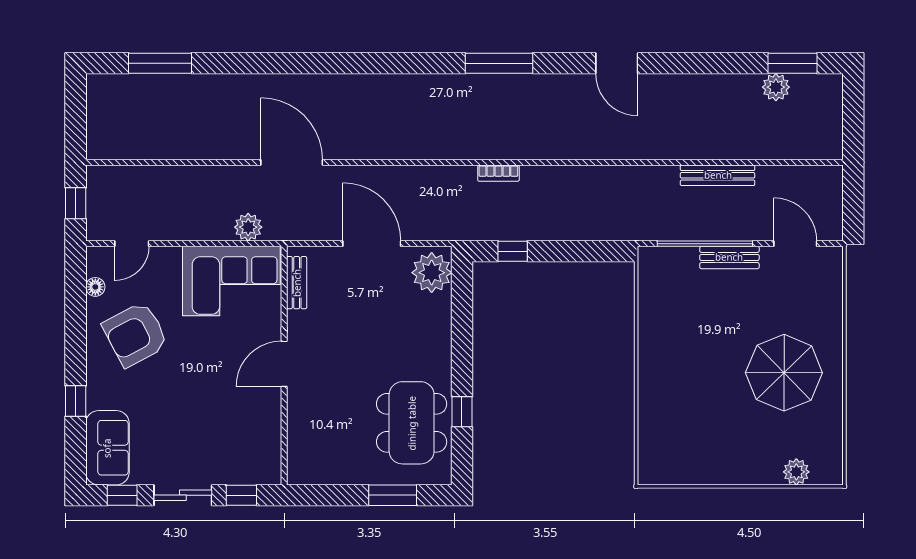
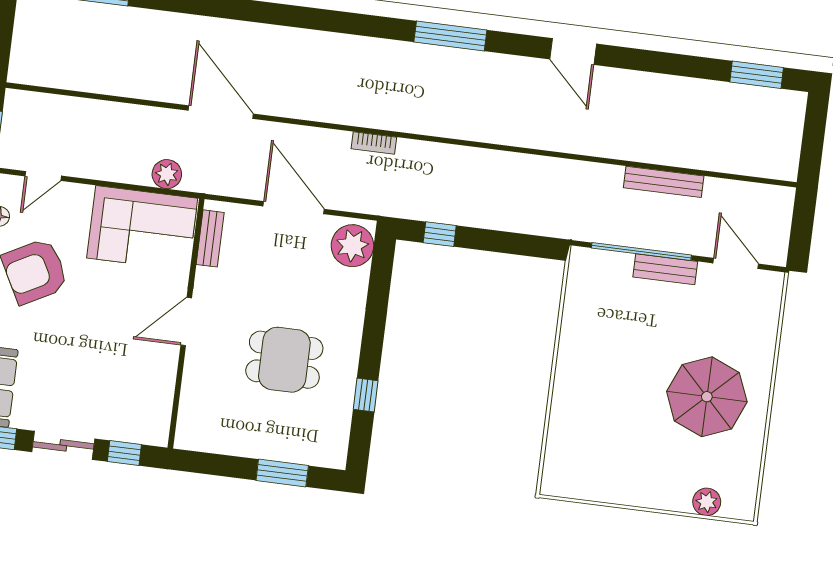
plant: (776, 87) -> (736, 98), removed
bookcase: (498, 173) -> (374, 143), moved
dining table: (412, 423) -> (284, 360), moved, width x0.73

